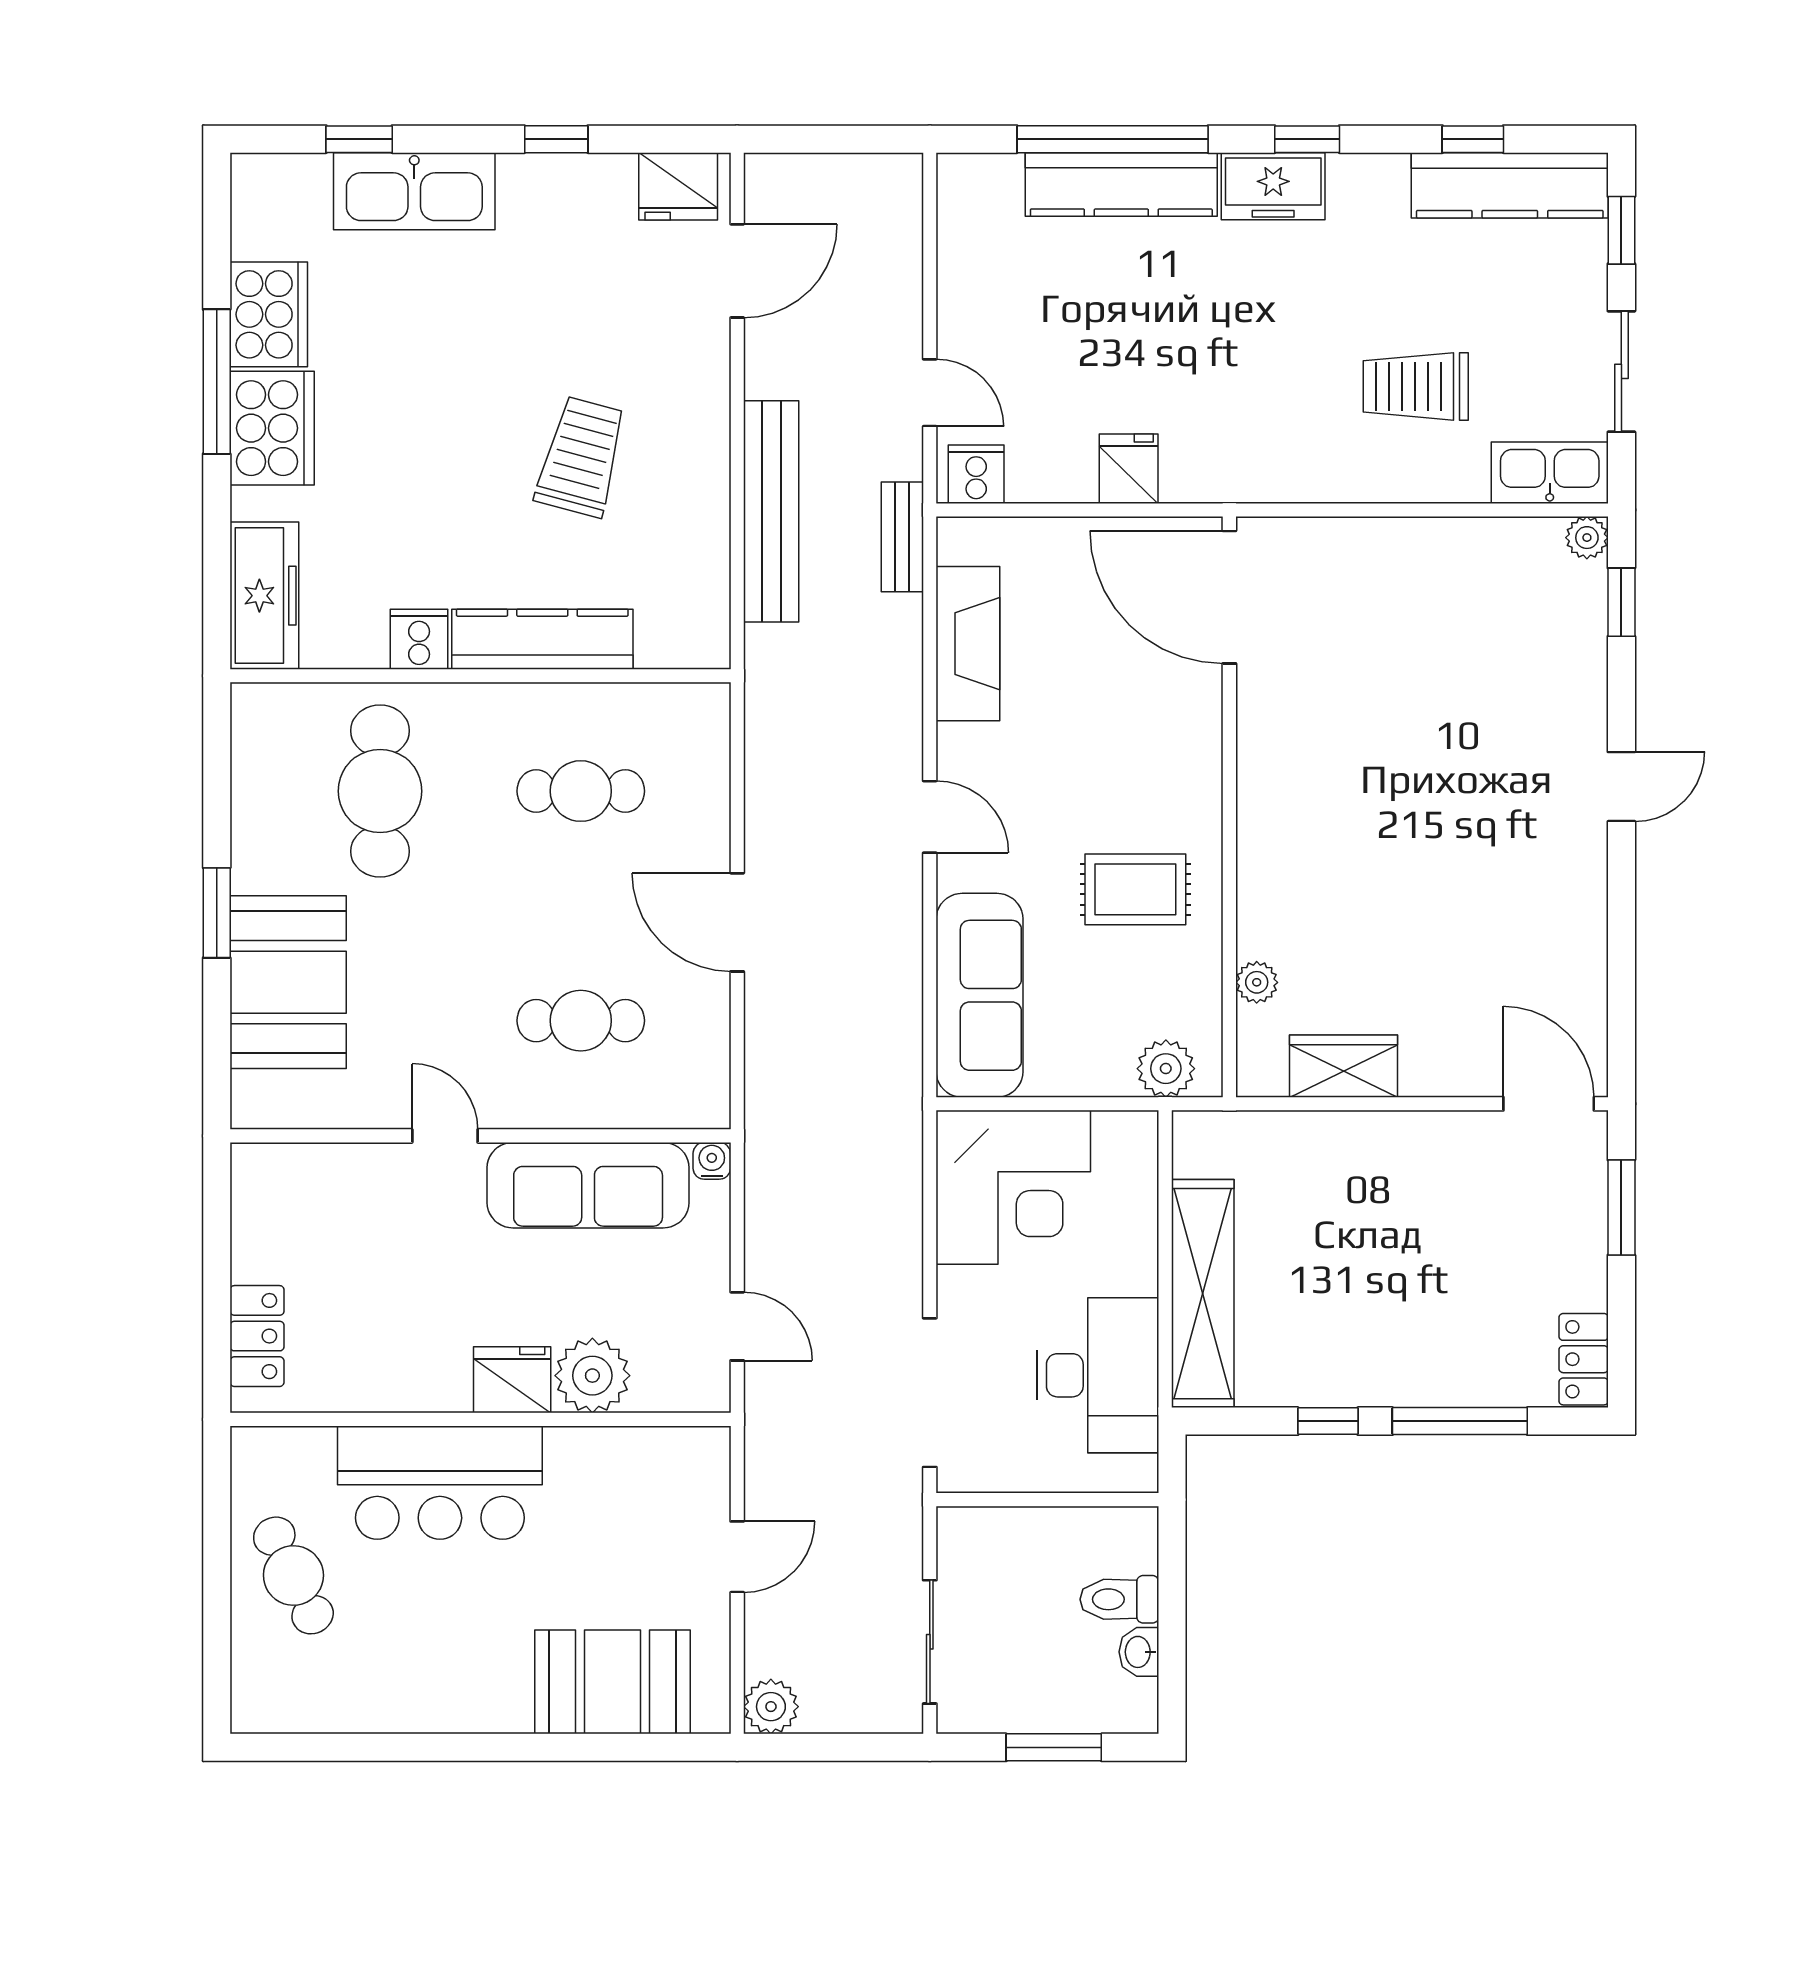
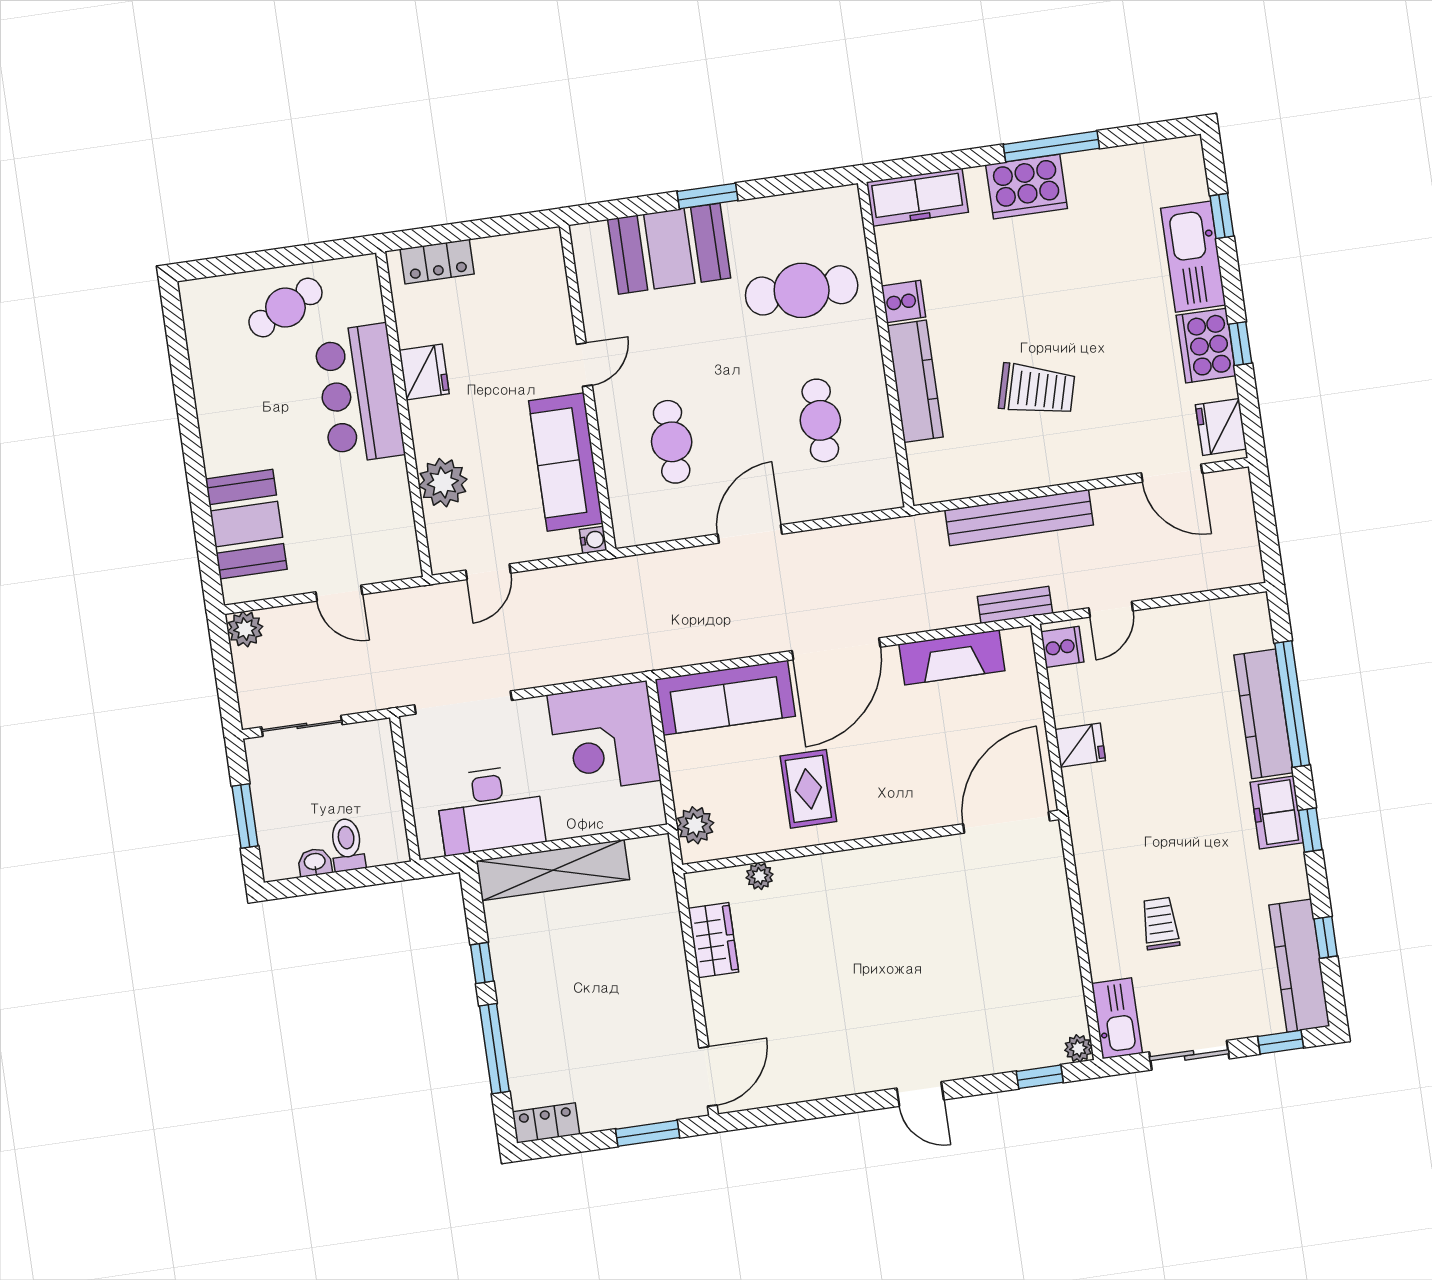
cooker: (269, 314) -> (1206, 346), moved, turned 90
trolley: (1416, 386) -> (1160, 923), width x0.73, depth x0.72
door: (930, 817) -> (836, 649), width x1.88
fridge: (512, 1380) -> (424, 372), moved

